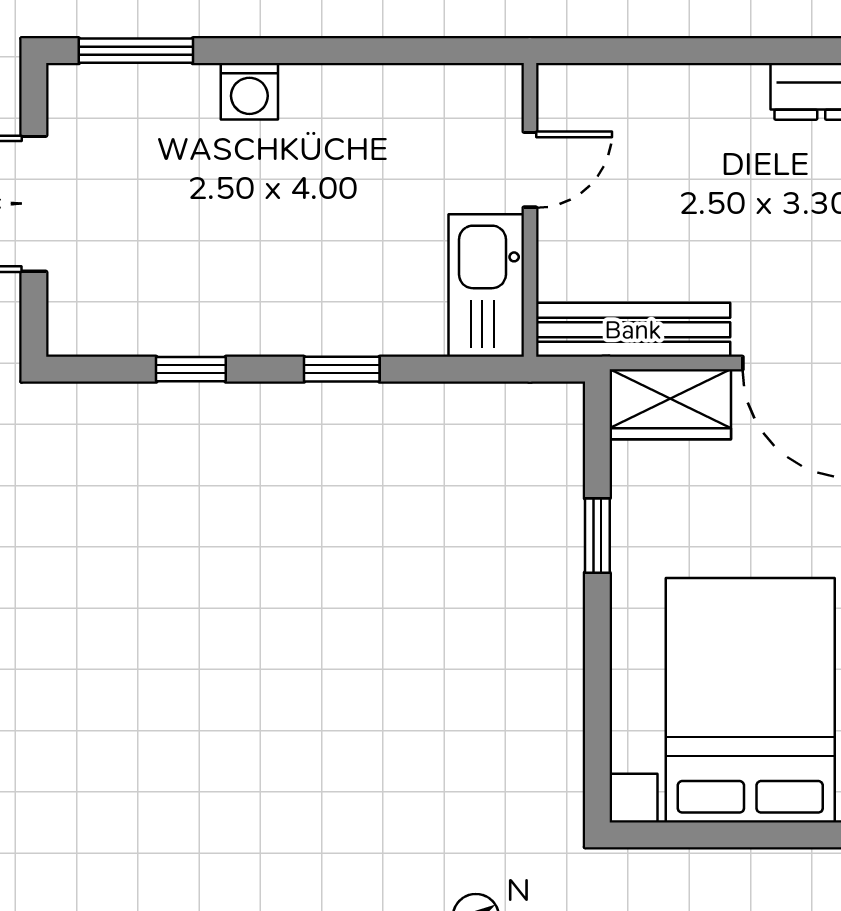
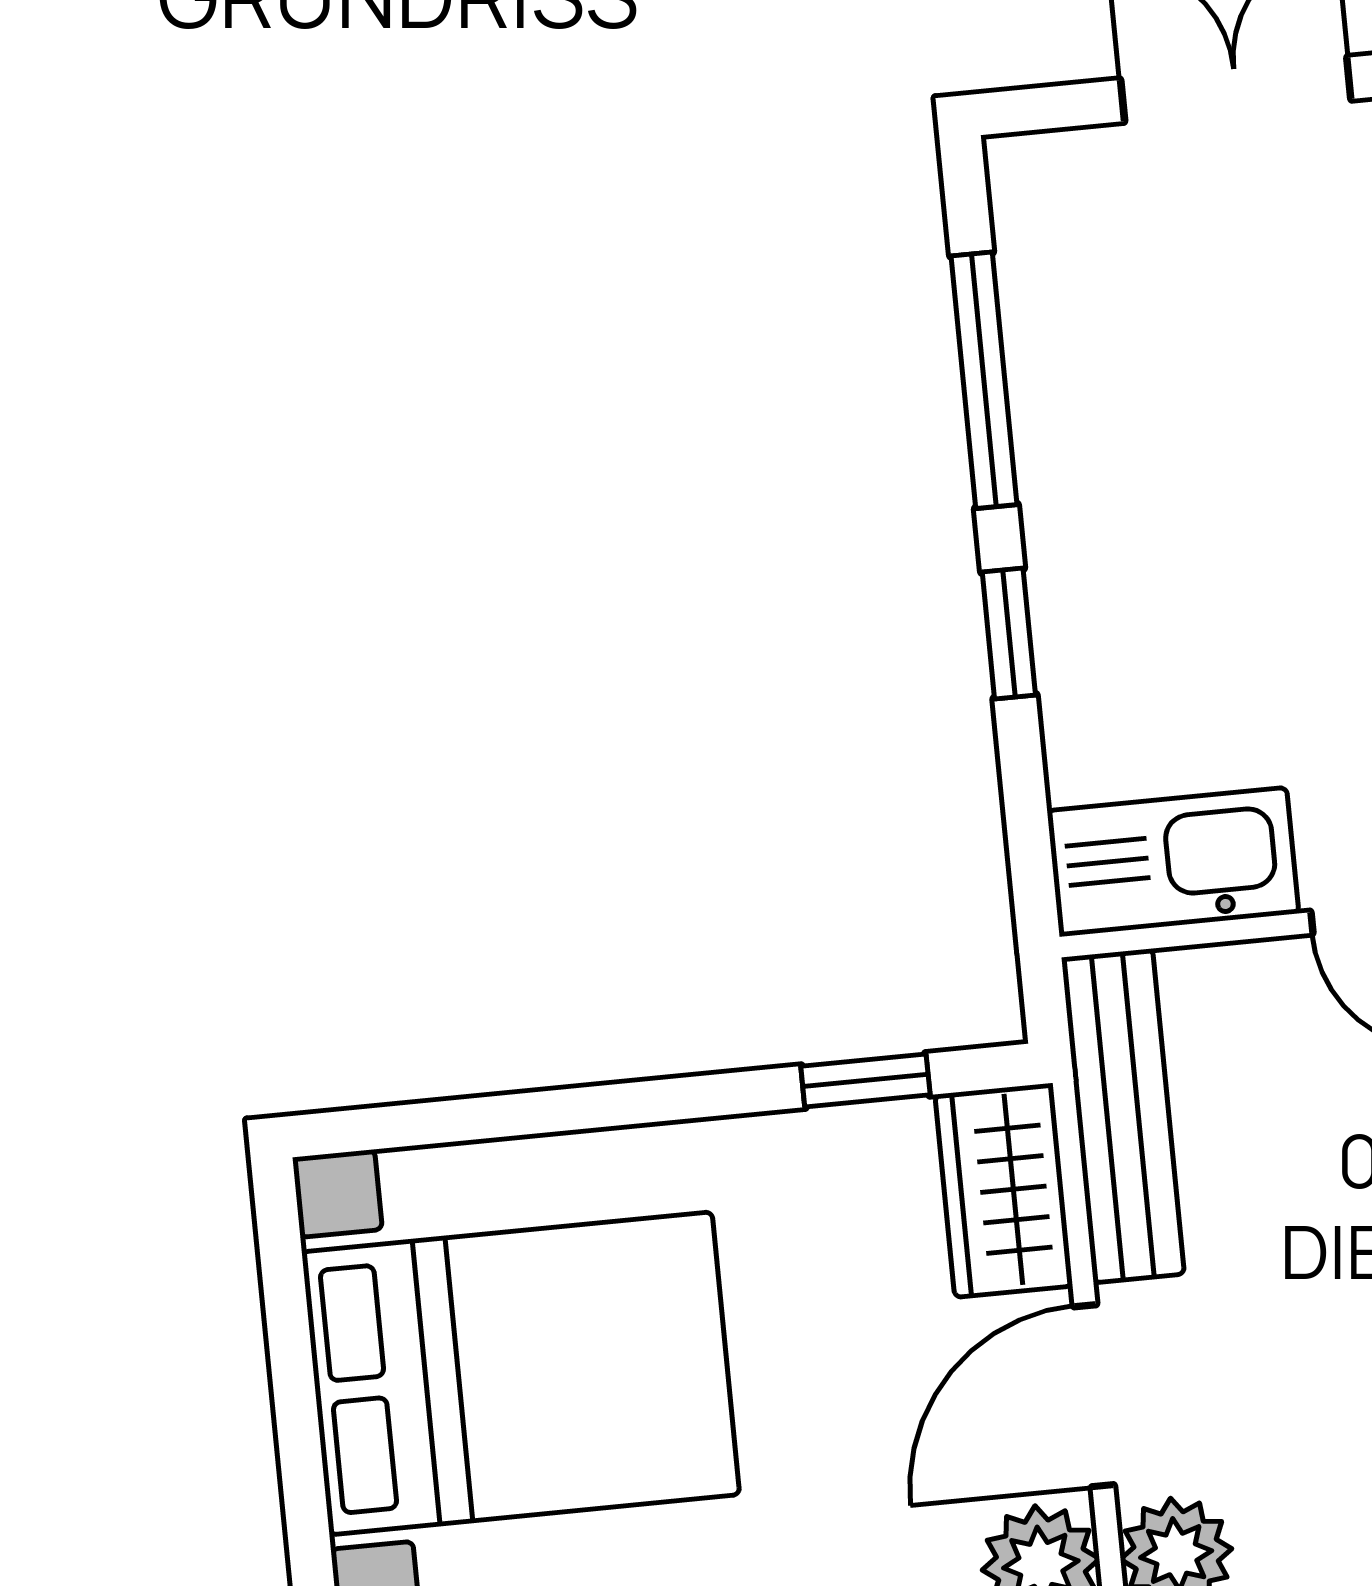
window: (191, 369) -> (984, 380), width x2.17
window: (597, 536) -> (865, 1080), moved

